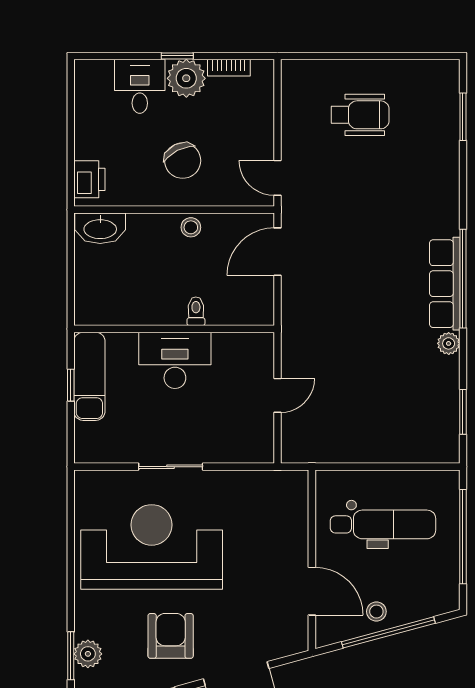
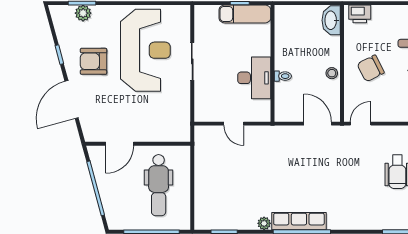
desk: (175, 360) -> (254, 78), moved
stool: (376, 612) -> (108, 181), removed
armchair: (171, 636) -> (94, 61), turned 180

